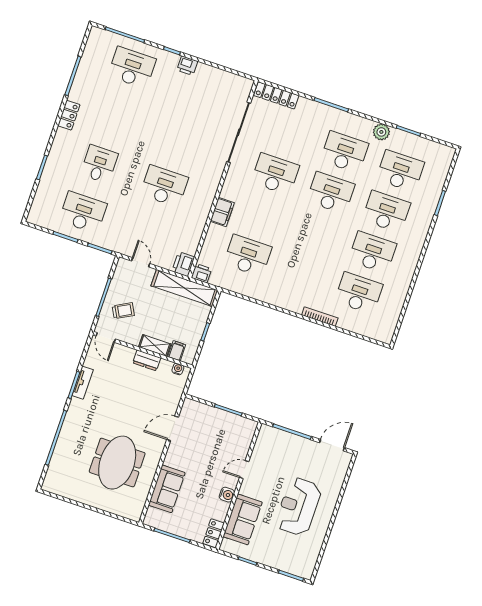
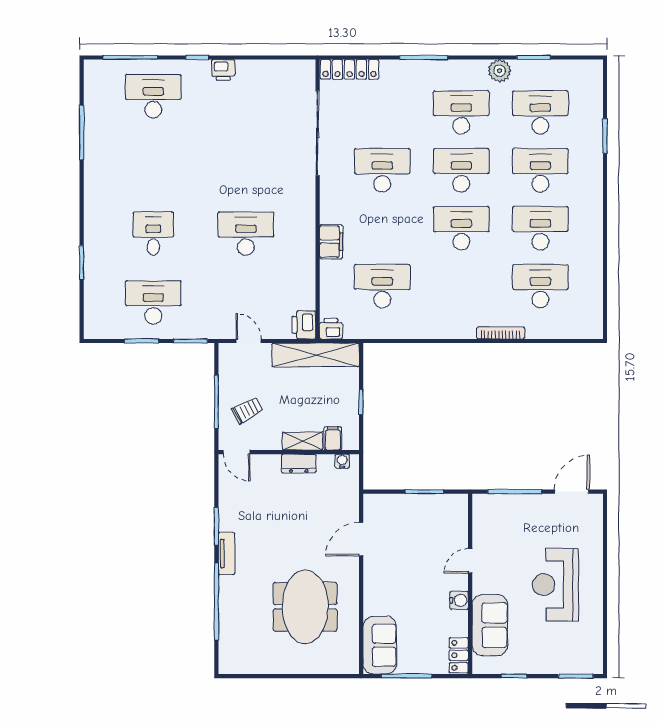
locker: (69, 115) -> (93, 184), removed
desk: (317, 234) -> (461, 228), added
tv unit: (83, 383) -> (226, 554), moved
sofa: (167, 489) -> (380, 645), moved

